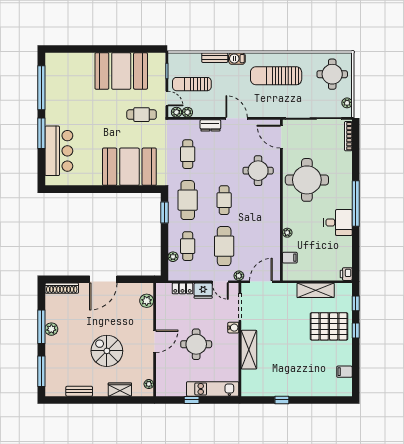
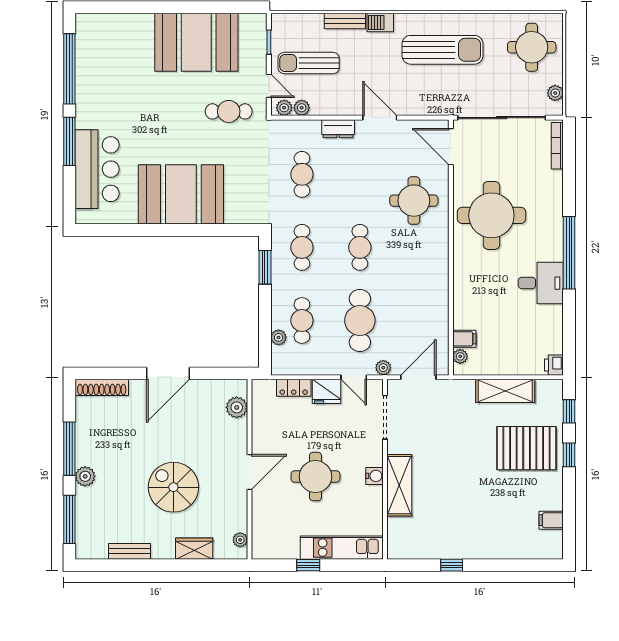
sun lounger: (276, 76) -> (442, 50), turned 180
booth: (129, 167) -> (181, 194), moved
cafe table: (188, 200) -> (302, 247), width x0.73, depth x0.74
plant: (287, 233) -> (460, 356), moved
water cooler: (233, 328) -> (375, 476), moved
plant: (51, 329) -> (85, 476), moved

